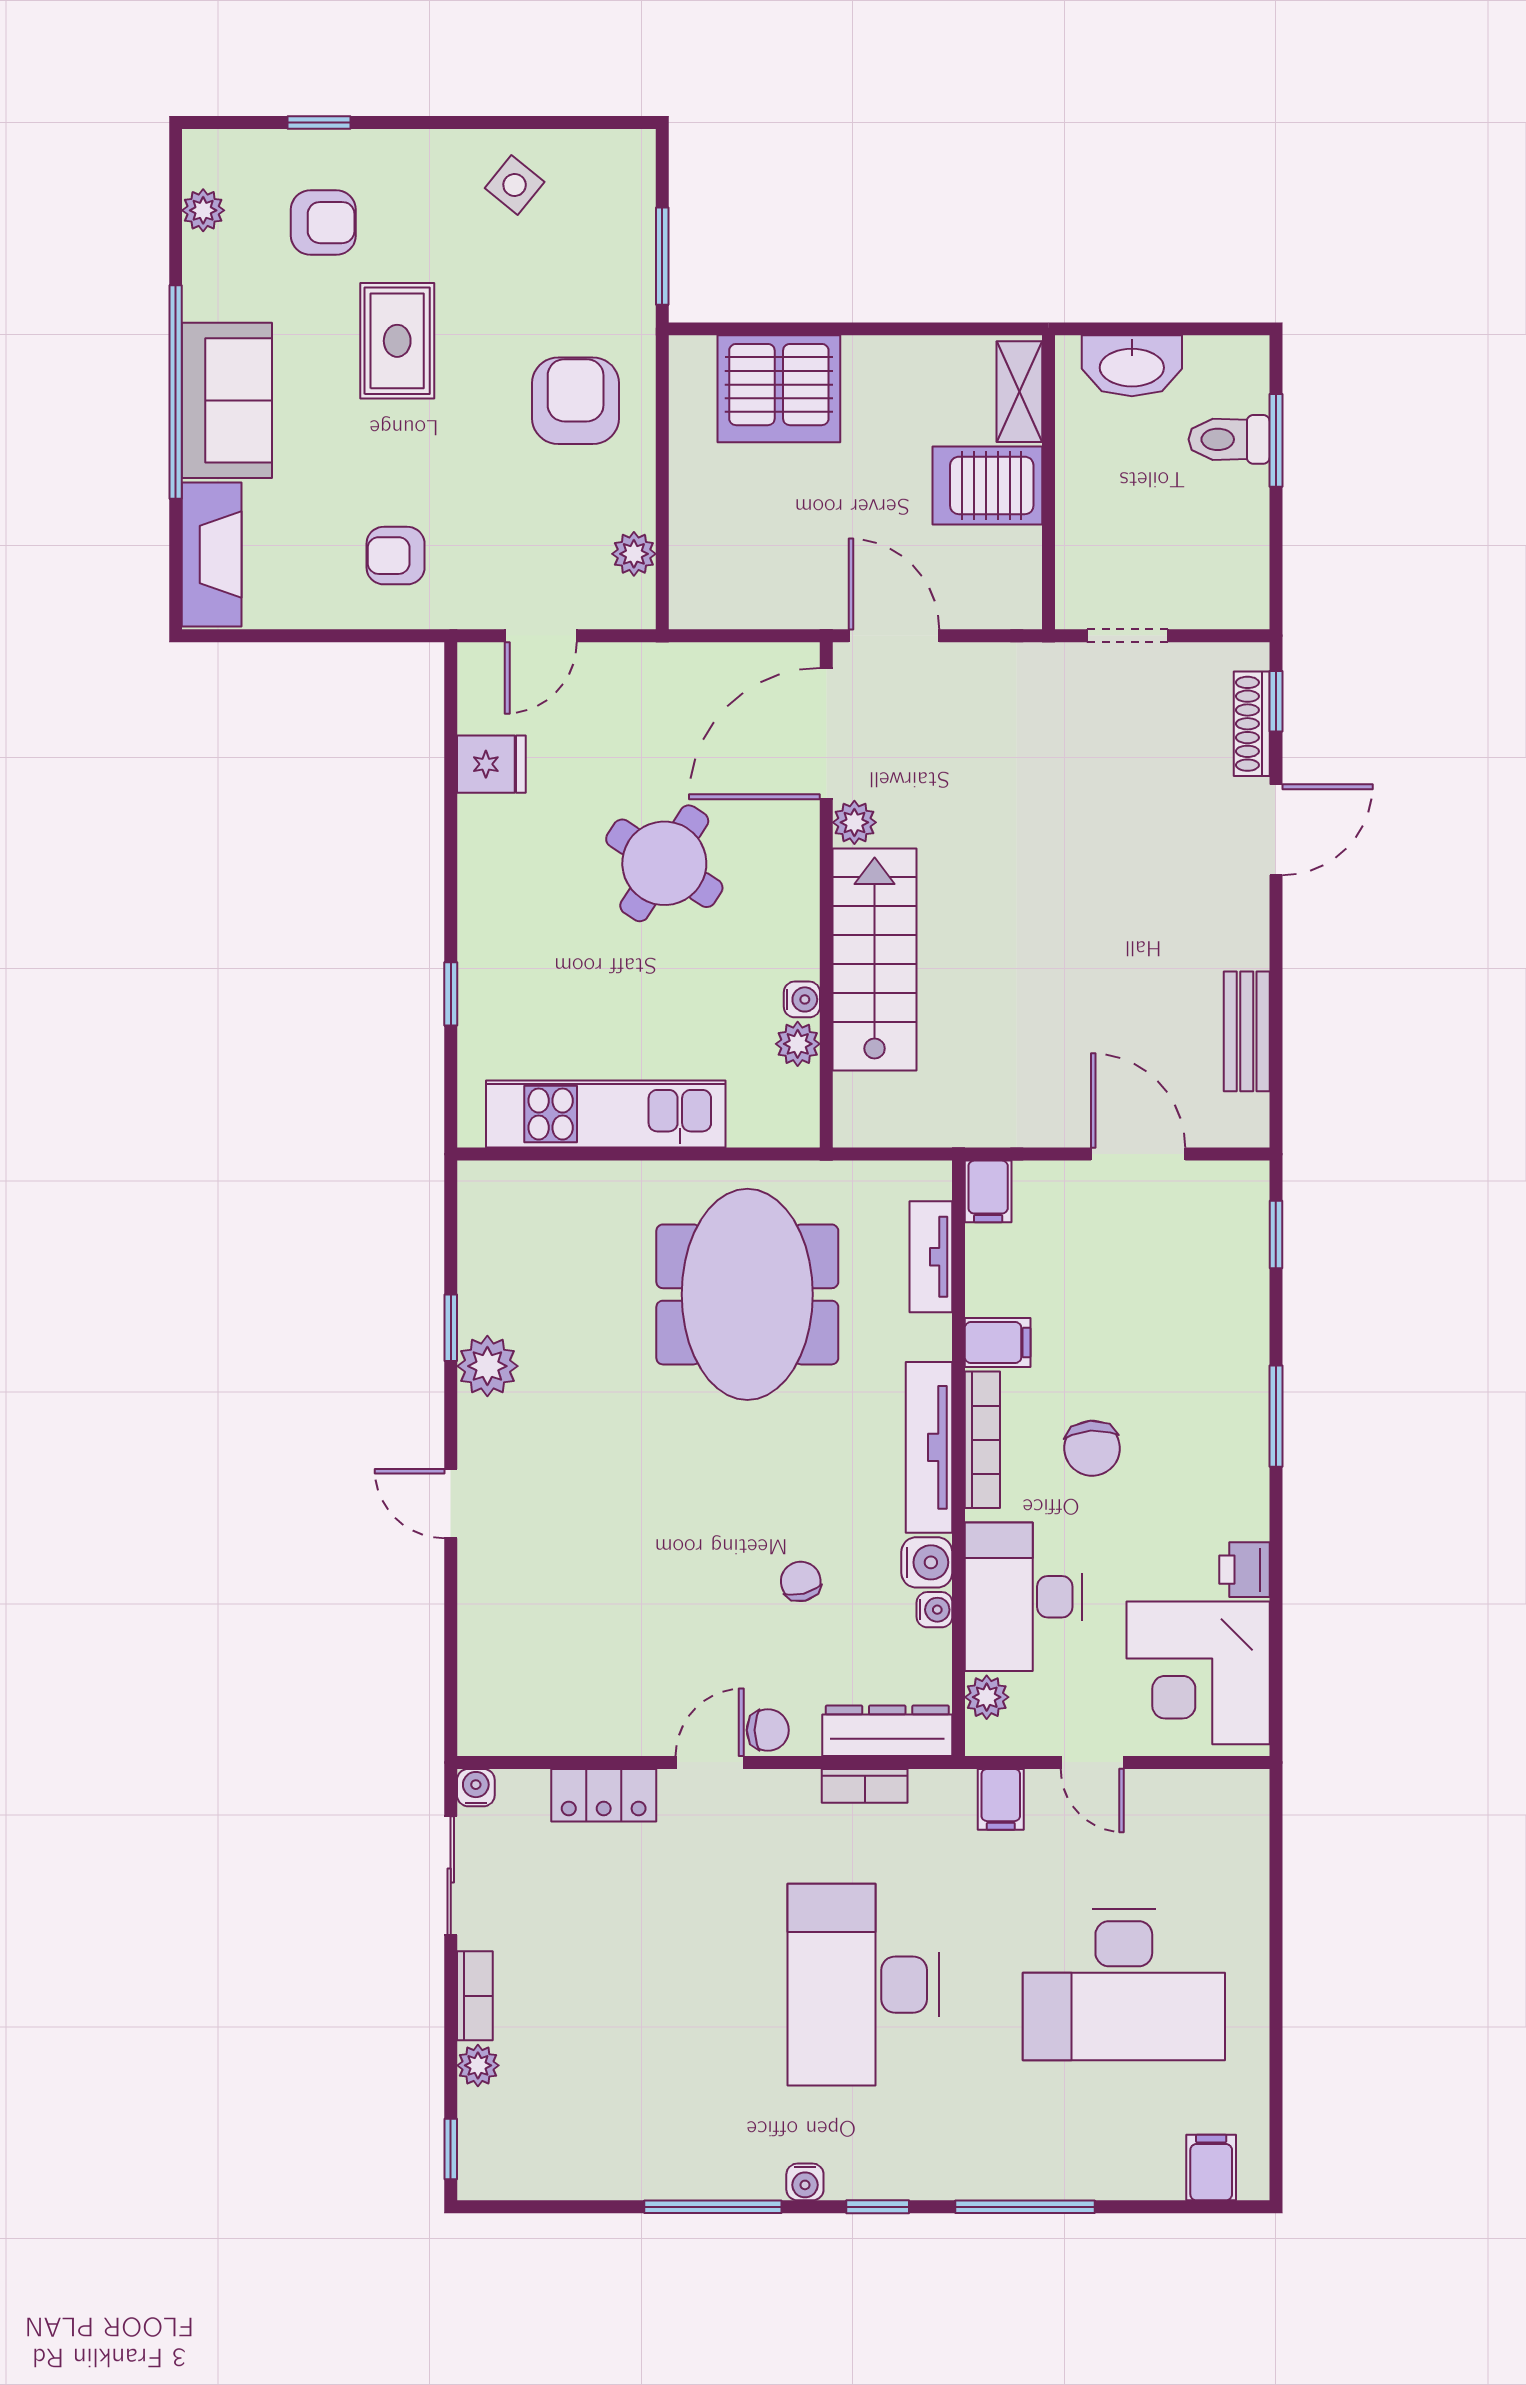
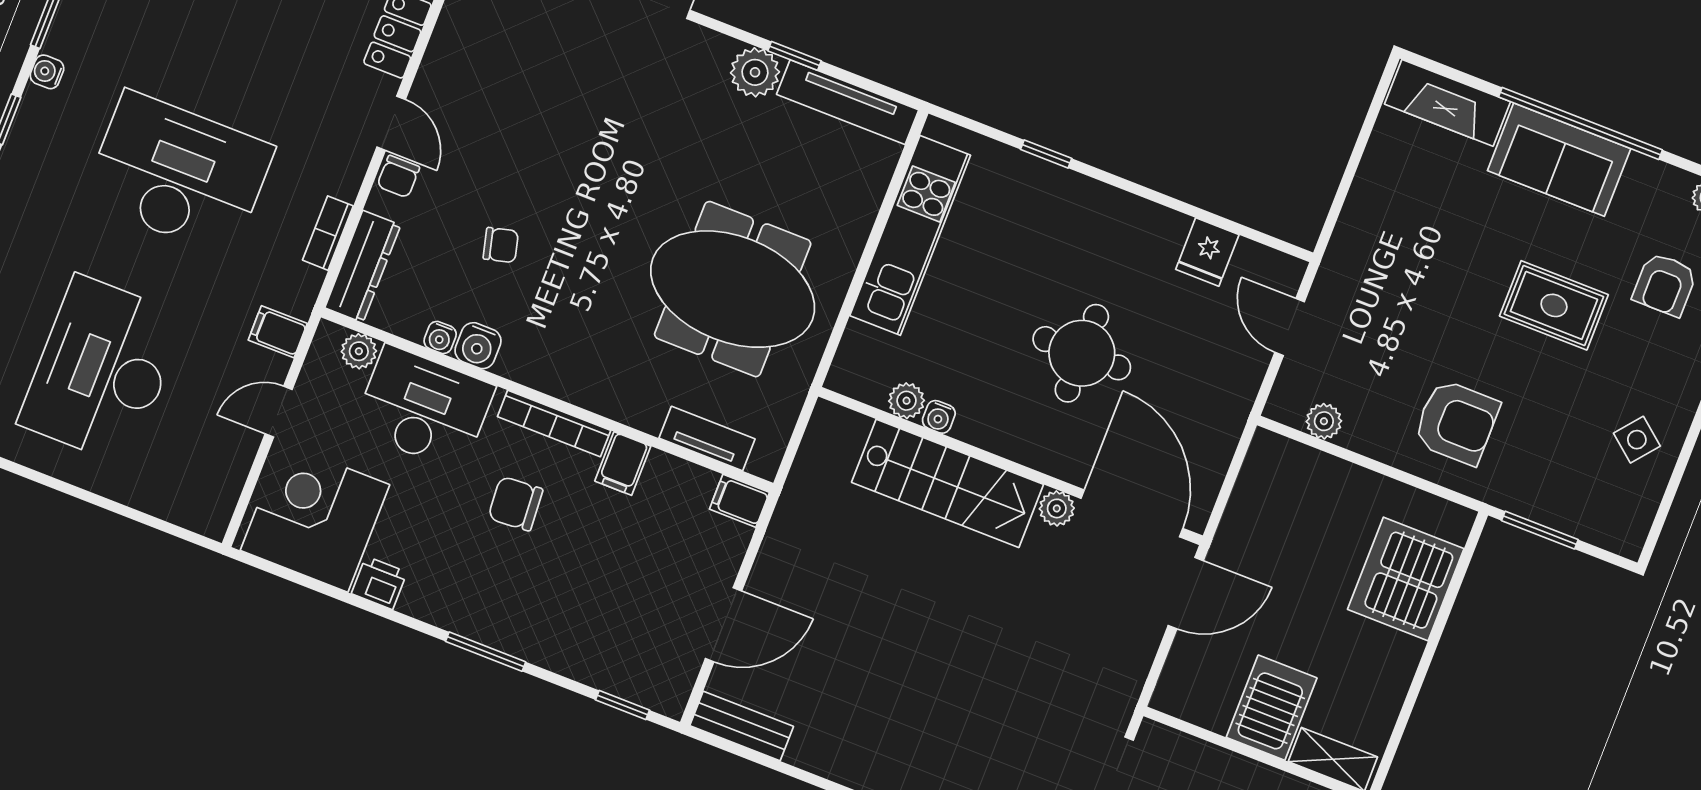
armchair: (396, 556) -> (1393, 241), removed
round table: (664, 863) -> (1082, 353), turned -33
bench: (1247, 1031) -> (742, 726), moved
tv unit: (929, 1447) -> (848, 102), moved, turned 180

